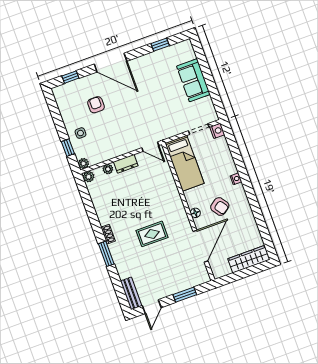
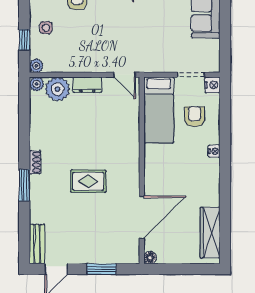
plant: (108, 169) -> (58, 89), width x1.88, depth x1.88
armchair: (220, 206) -> (195, 117), moved, turned -145
floor lamp: (195, 213) -> (150, 258), moved
wardrobe: (249, 259) -> (210, 233), moved, turned -90

